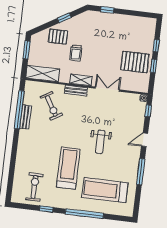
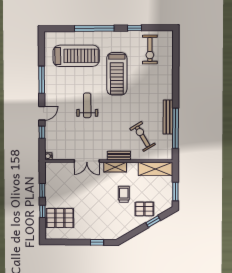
window: (64, 18) -> (153, 221), moved
pallet: (135, 62) -> (60, 218), moved
window: (148, 111) -> (42, 132), moved
bench: (26, 117) -> (168, 117), width x1.36

